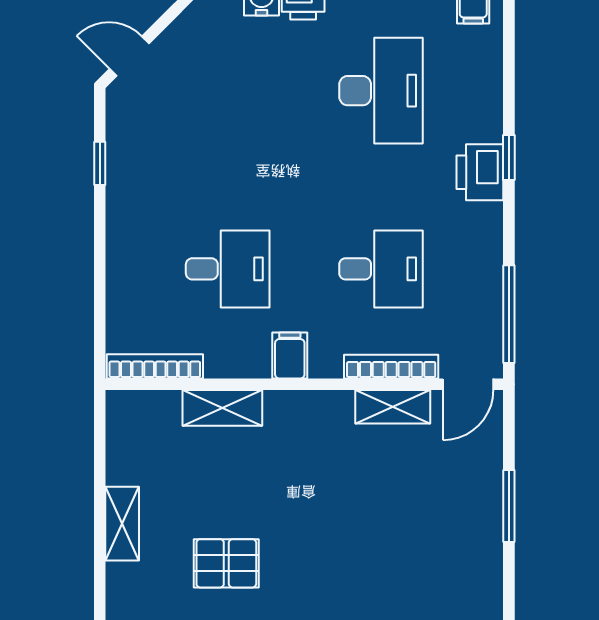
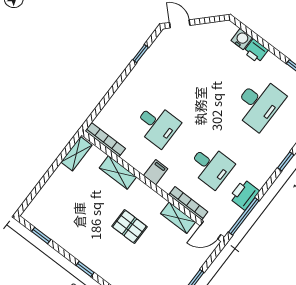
printer: (480, 172) -> (244, 195), moved
shelving: (122, 524) -> (76, 154), moved
pallet: (226, 563) -> (129, 227), moved

